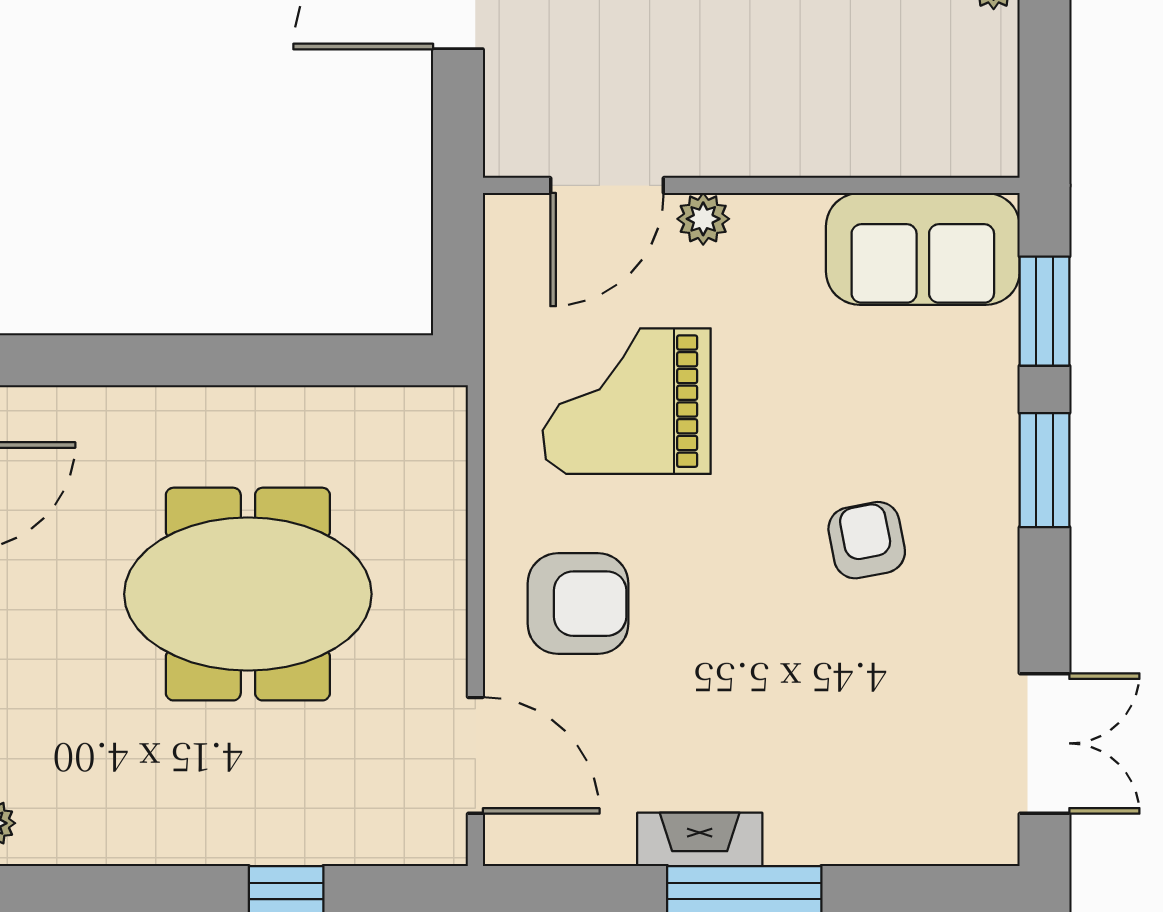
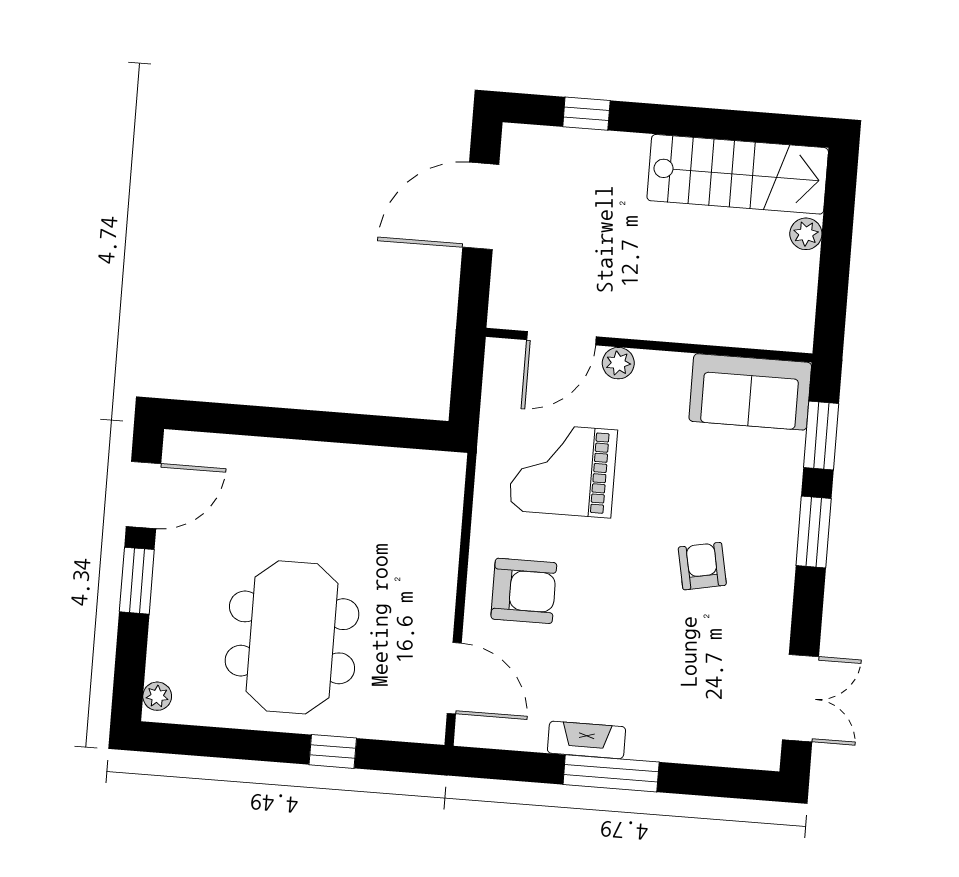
meeting table: (248, 594) -> (292, 637), moved, turned 90

